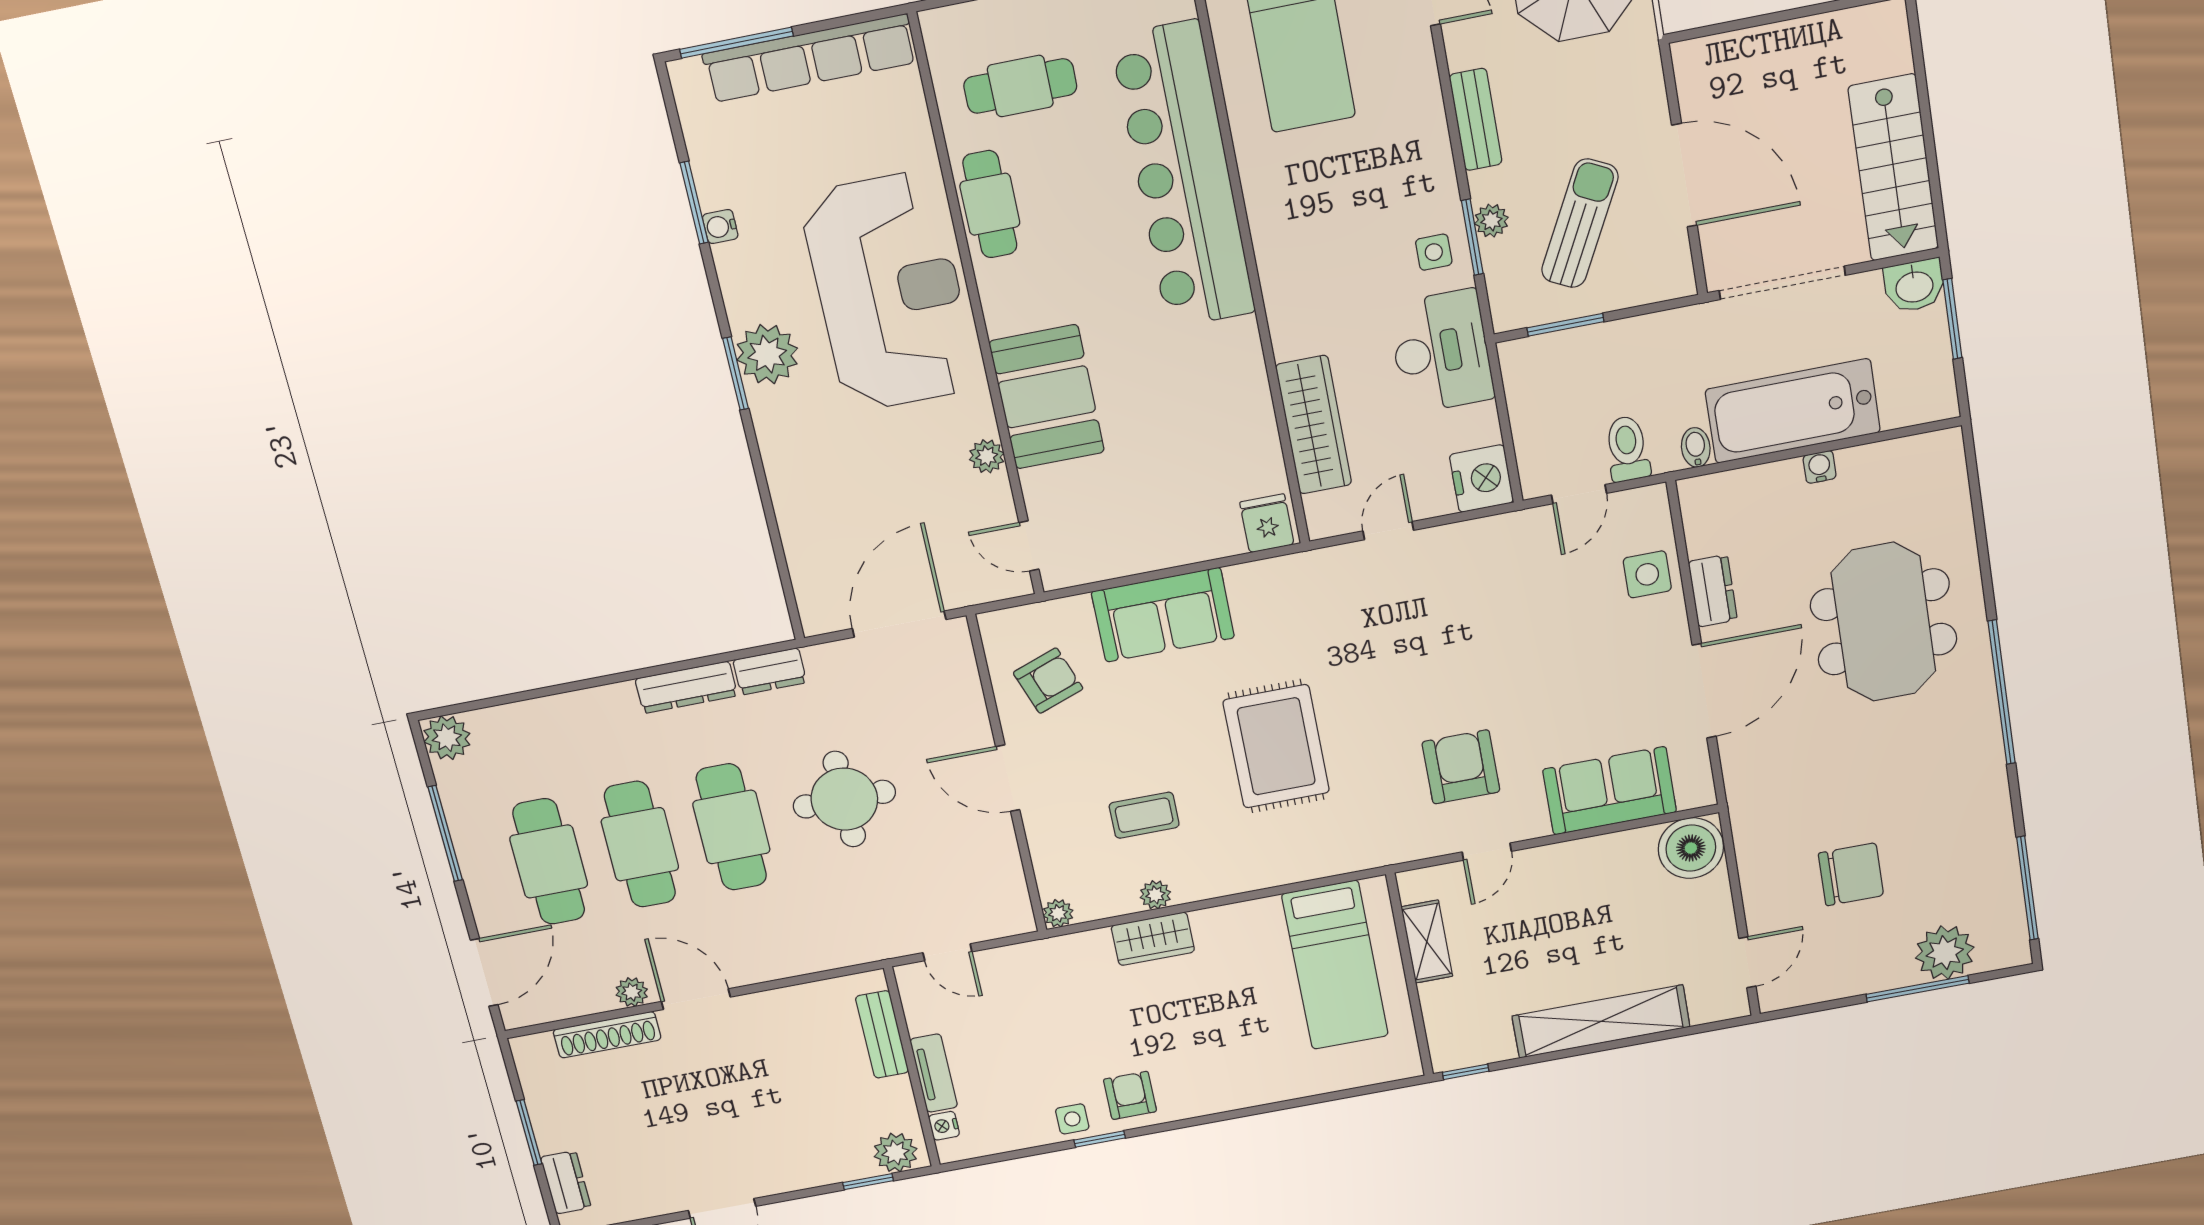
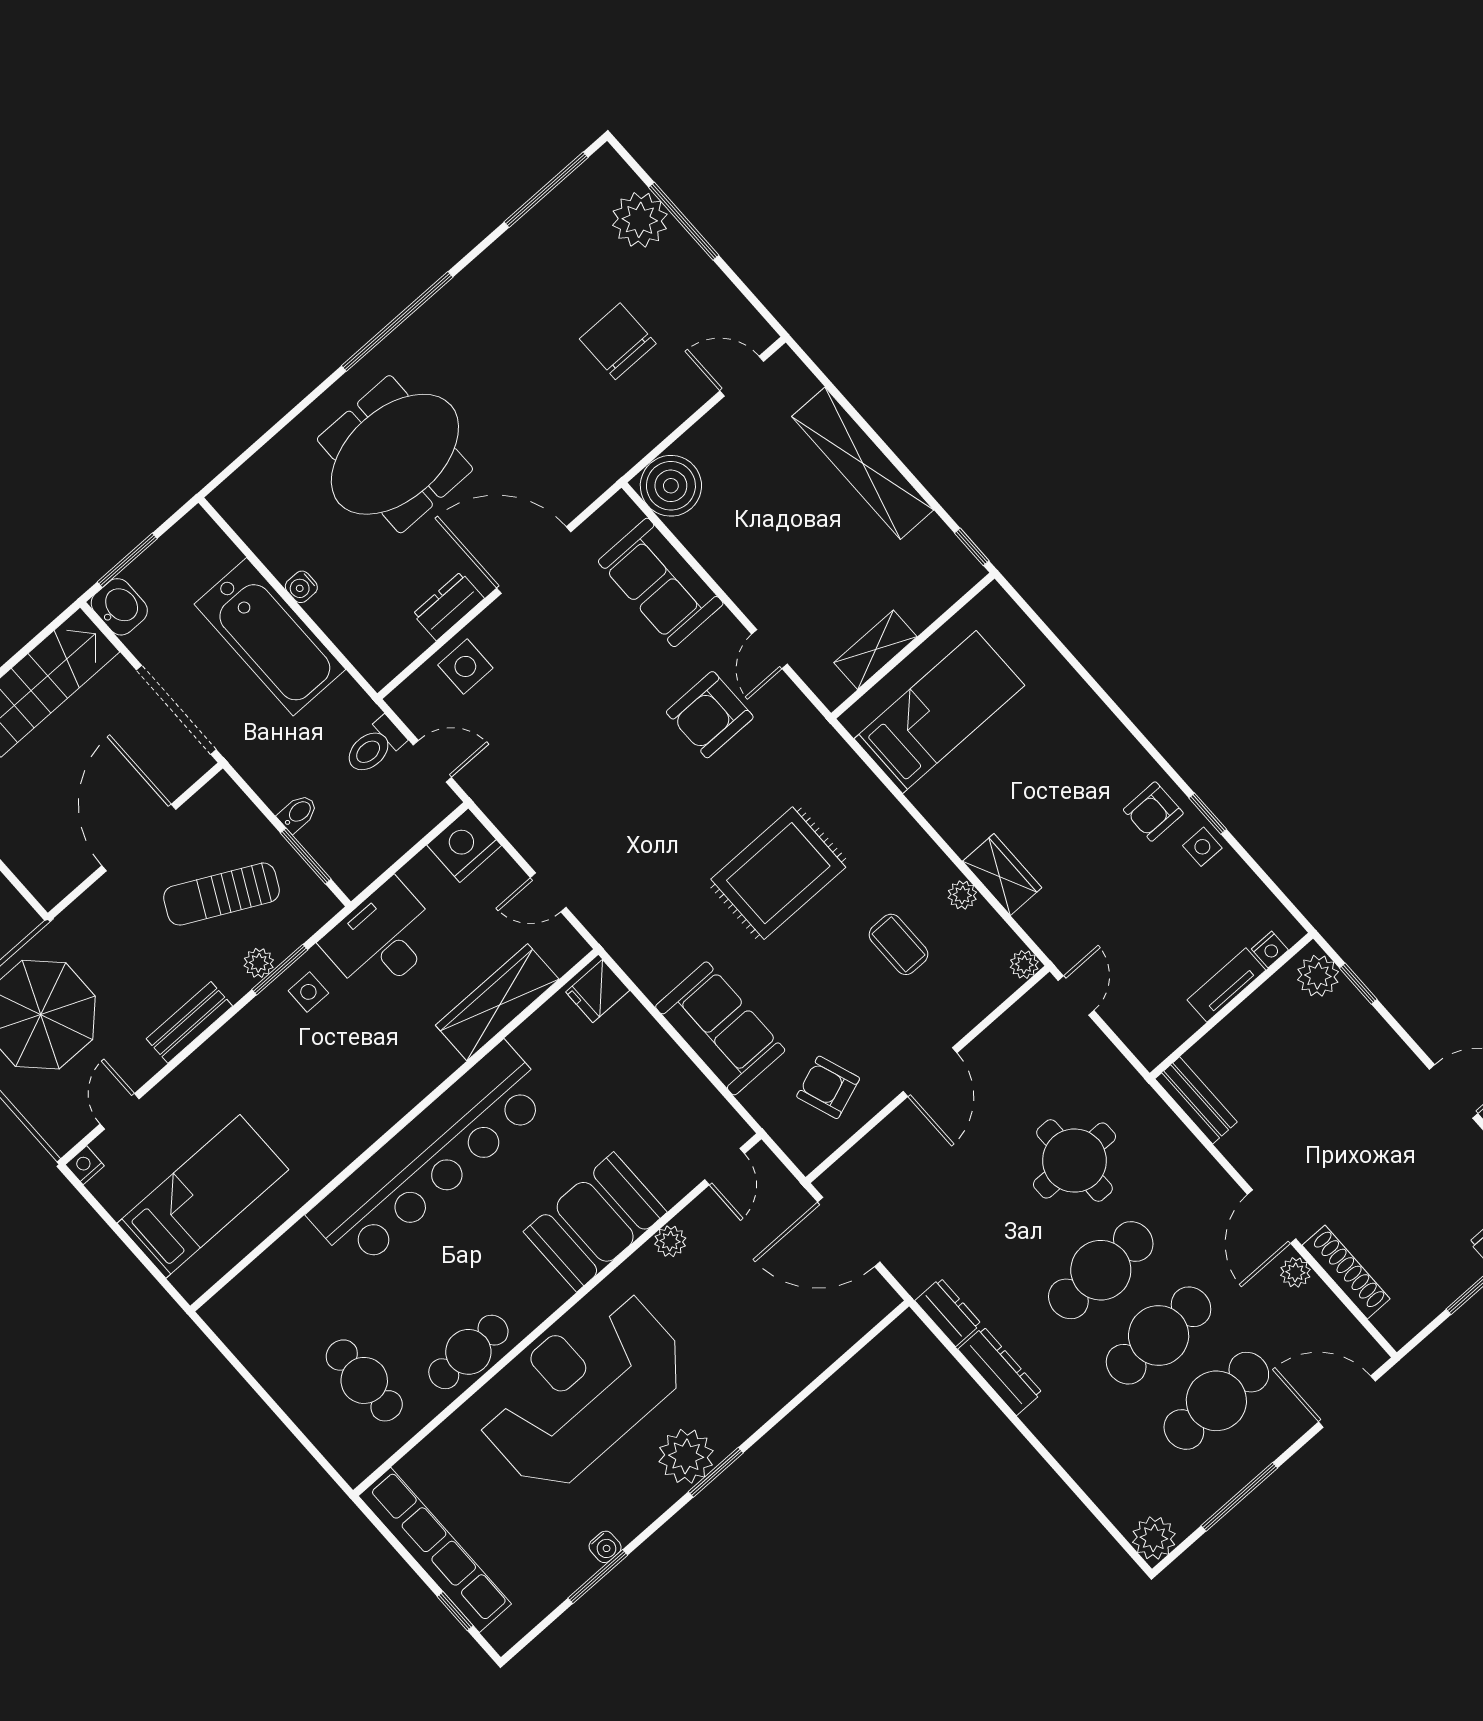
window: (736, 43) -> (455, 1611), width x0.46
bar counter: (1183, 175) -> (431, 1156), moved
bidet: (1696, 447) -> (298, 813), moved, turned 180
round table: (844, 799) -> (1074, 1161), moved
door: (1487, 852) -> (770, 649), swing flipped
door: (947, 952) -> (1076, 995), moved
bench: (882, 1034) -> (1196, 1100), moved, turned 90

